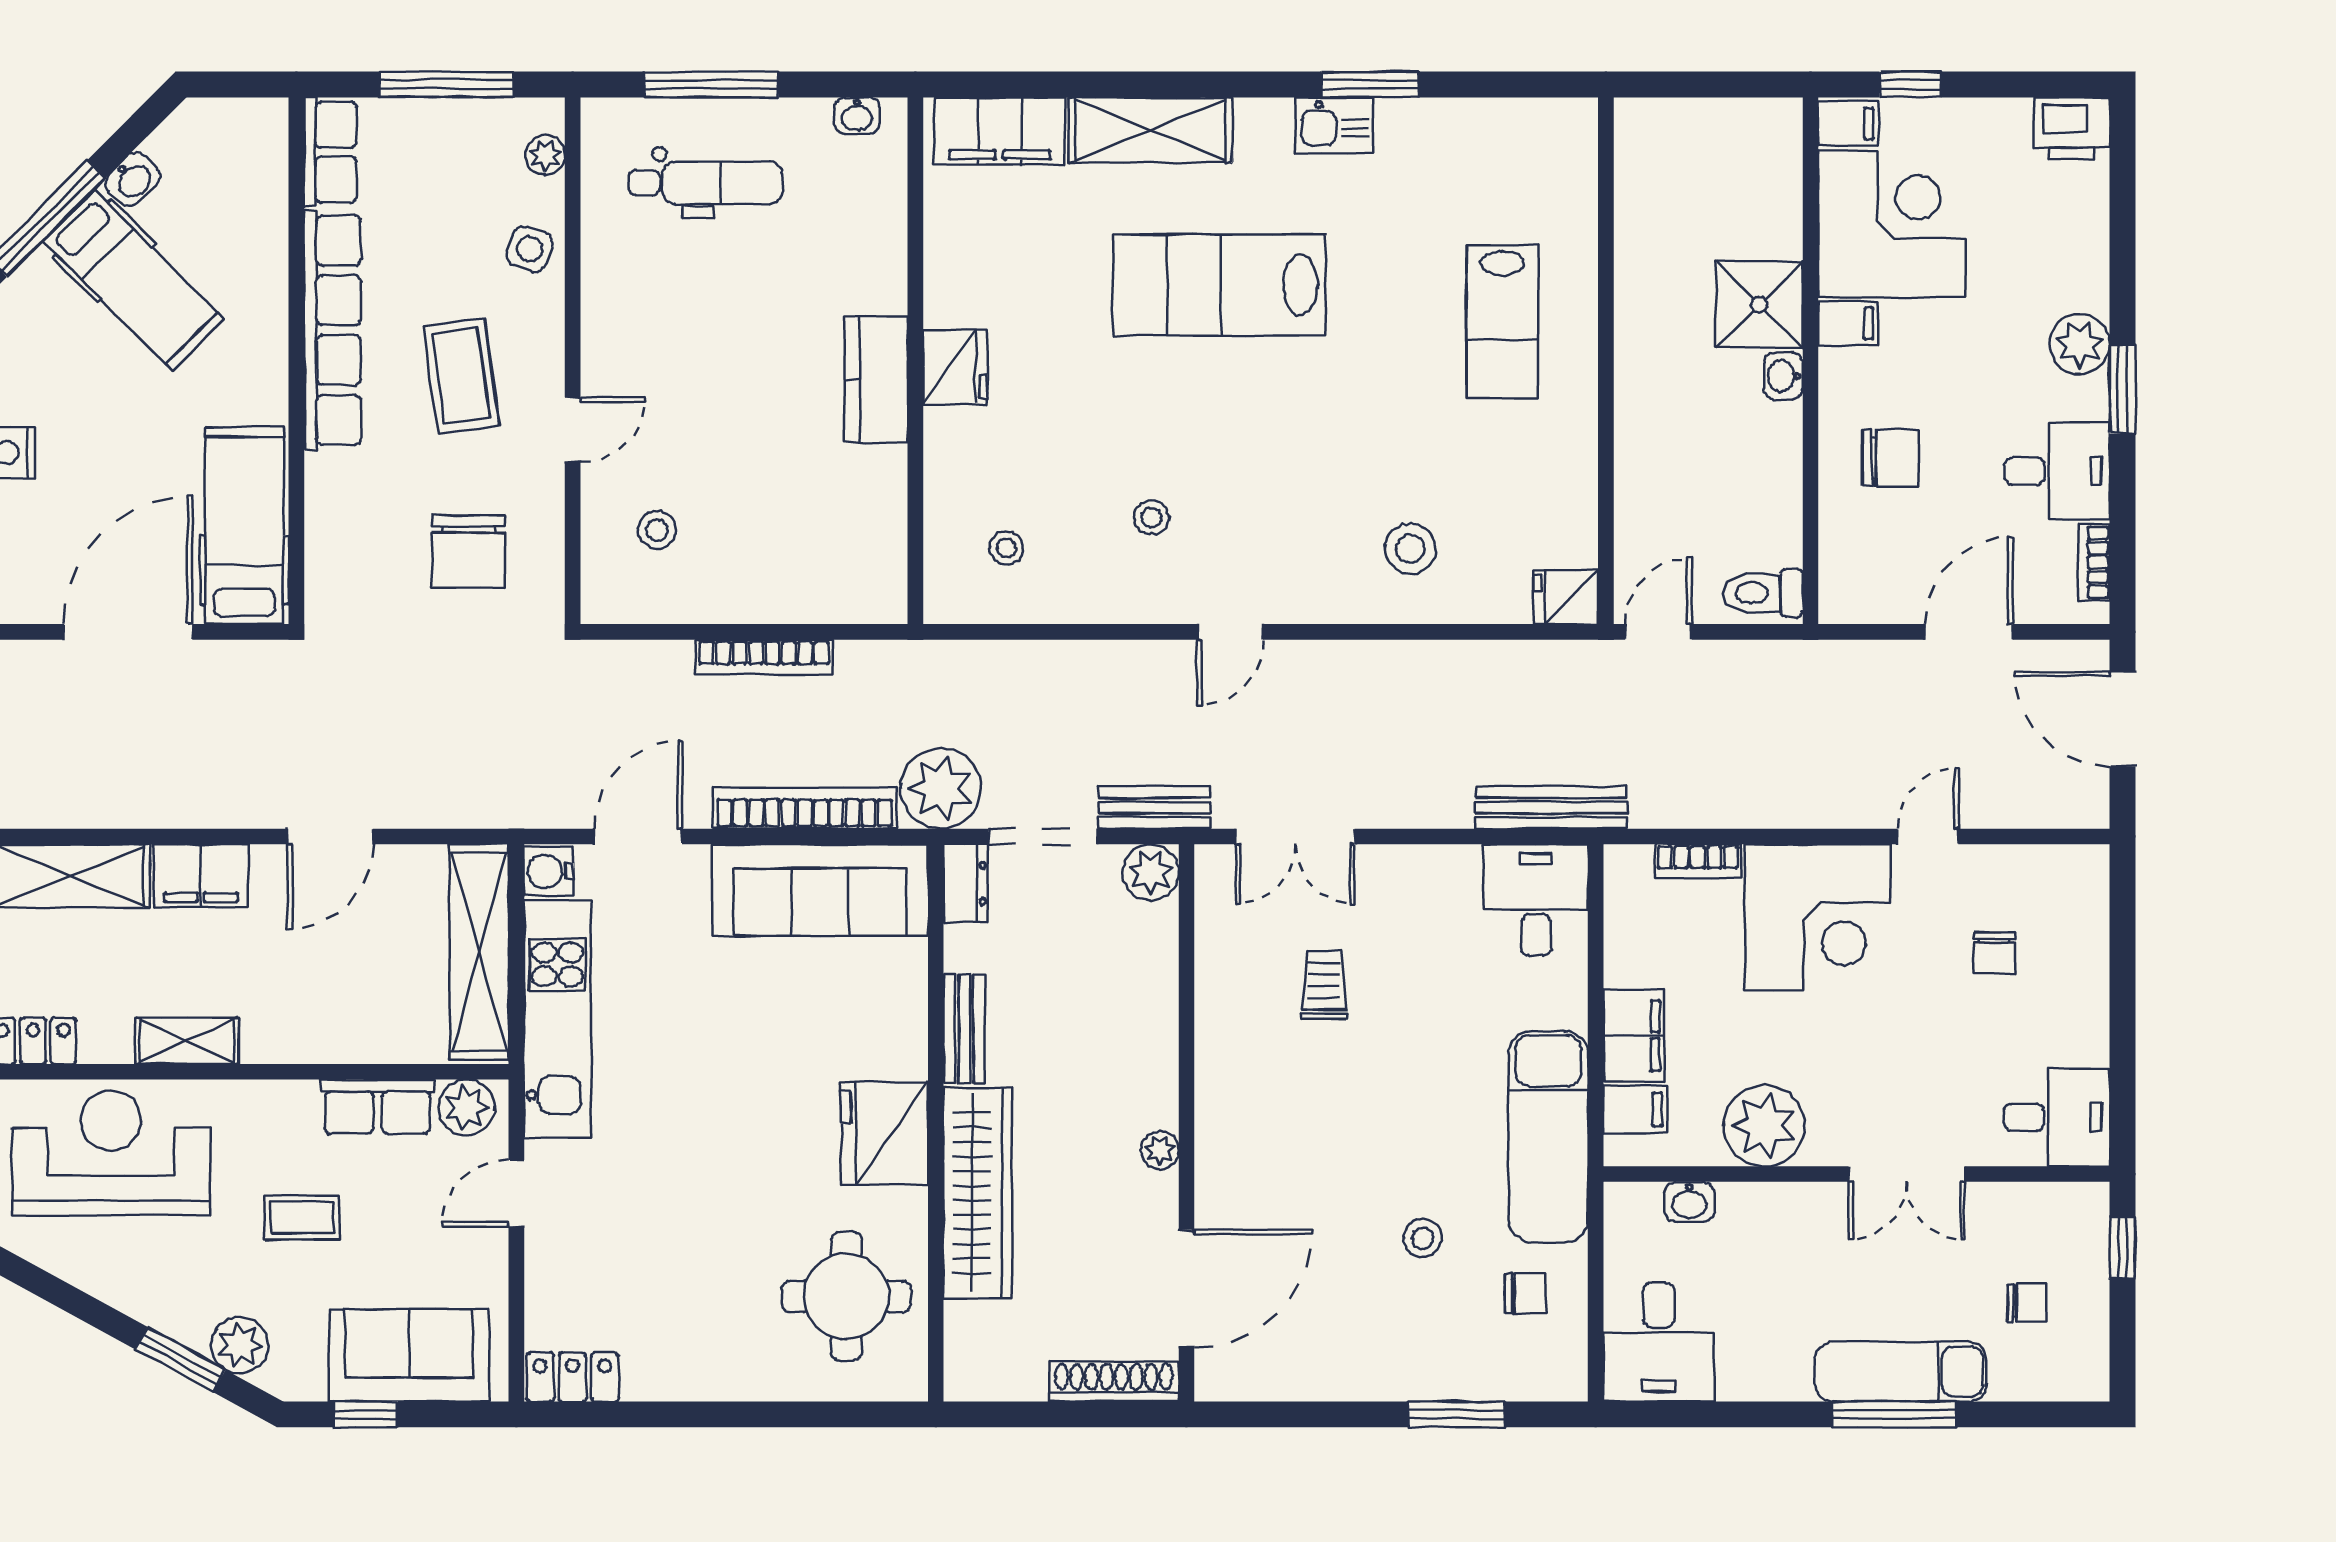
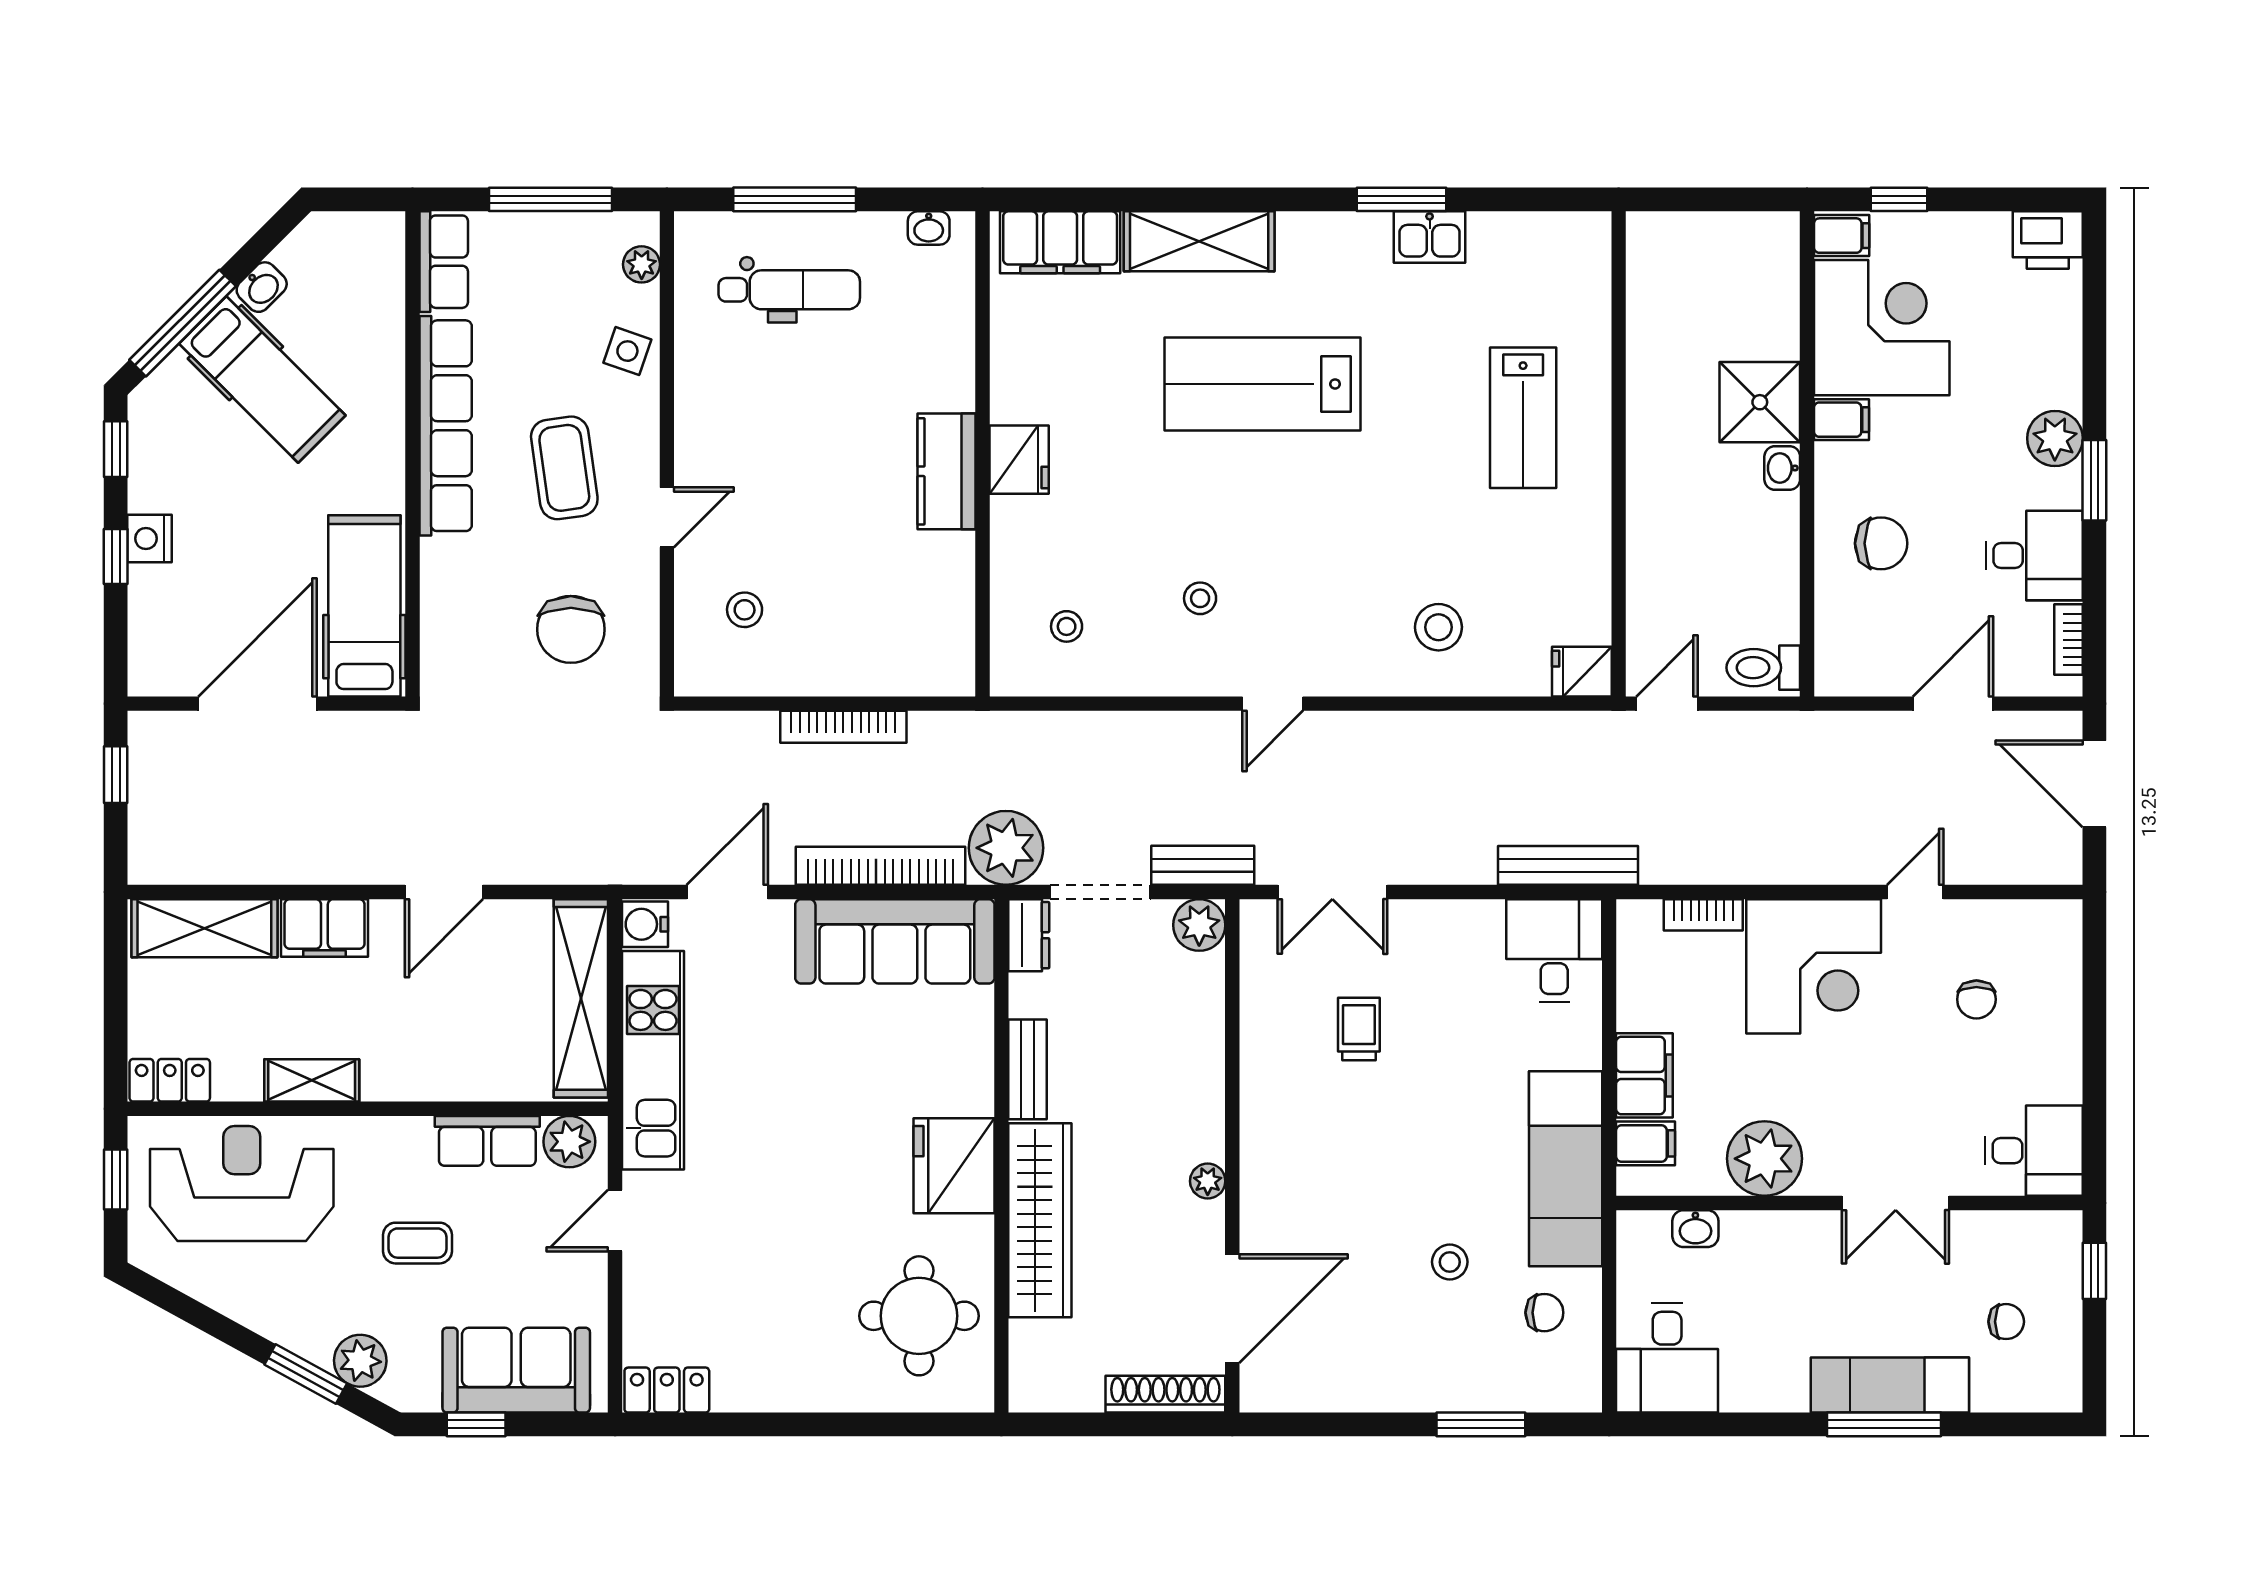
kitchen sink: (1334, 125) -> (1430, 237), moved

